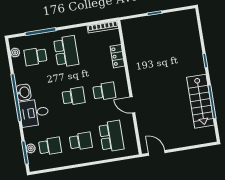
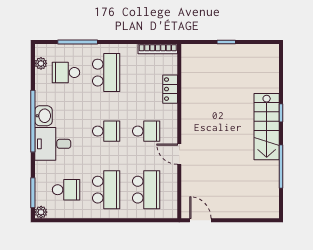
stairs: (200, 101) -> (267, 127), moved
school desk: (81, 141) -> (106, 190), width x1.85
plant: (31, 148) -> (41, 212), moved

